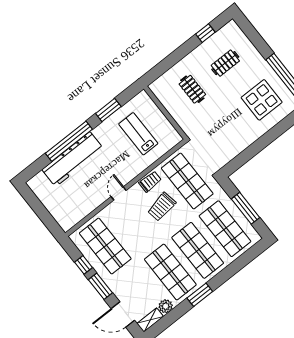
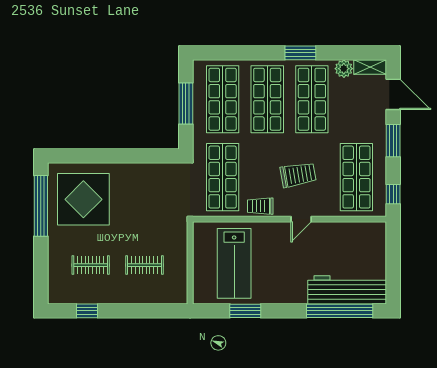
clothes rail: (192, 89) -> (144, 265), turned 90
display table: (262, 100) -> (83, 199), width x1.36, depth x1.36
lab bench: (138, 134) -> (234, 263), width x1.36, depth x1.39
window: (69, 141) -> (340, 311), moved
workbench: (73, 159) -> (347, 290), moved
trolley: (162, 207) -> (298, 175), moved
window: (83, 265) -> (393, 194), moved

